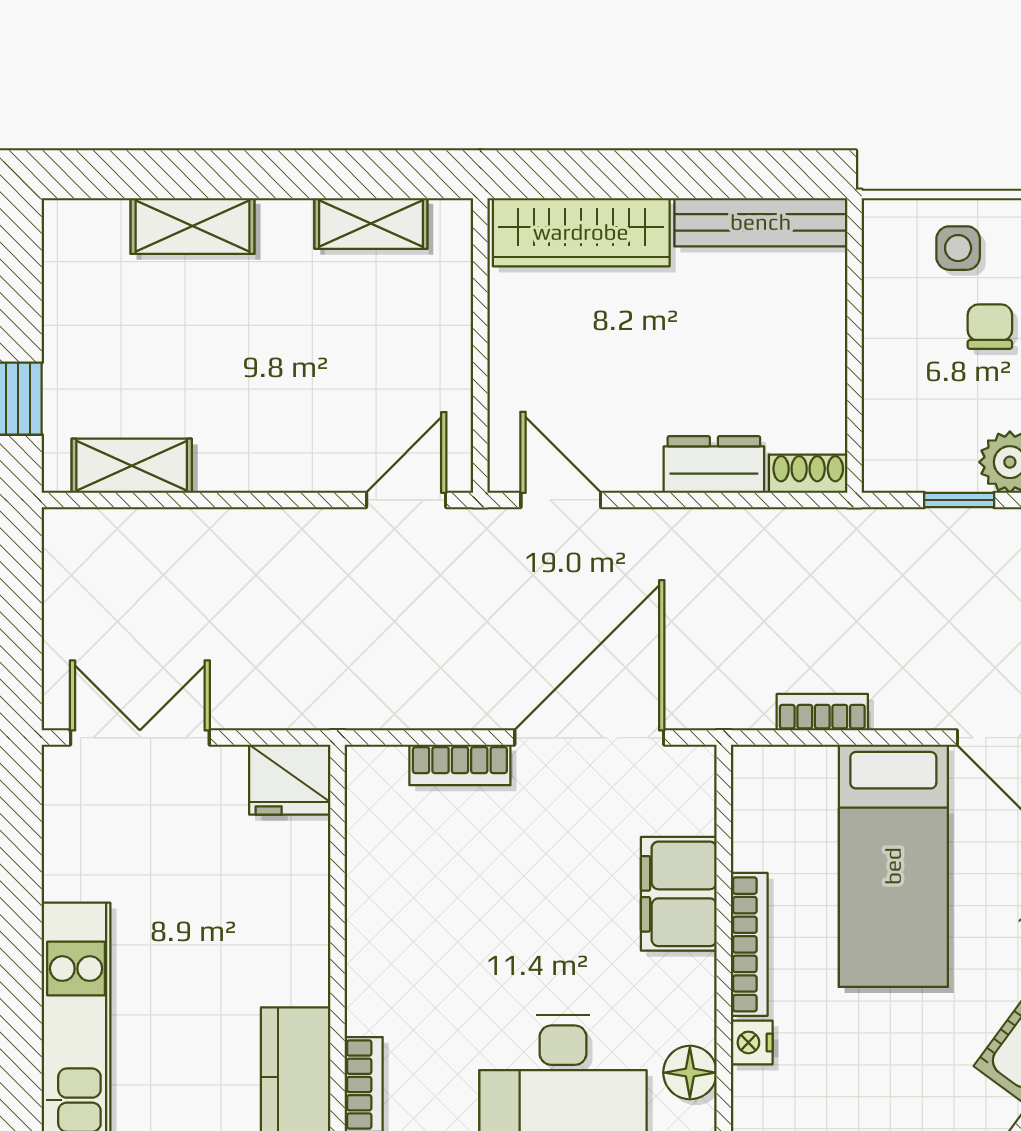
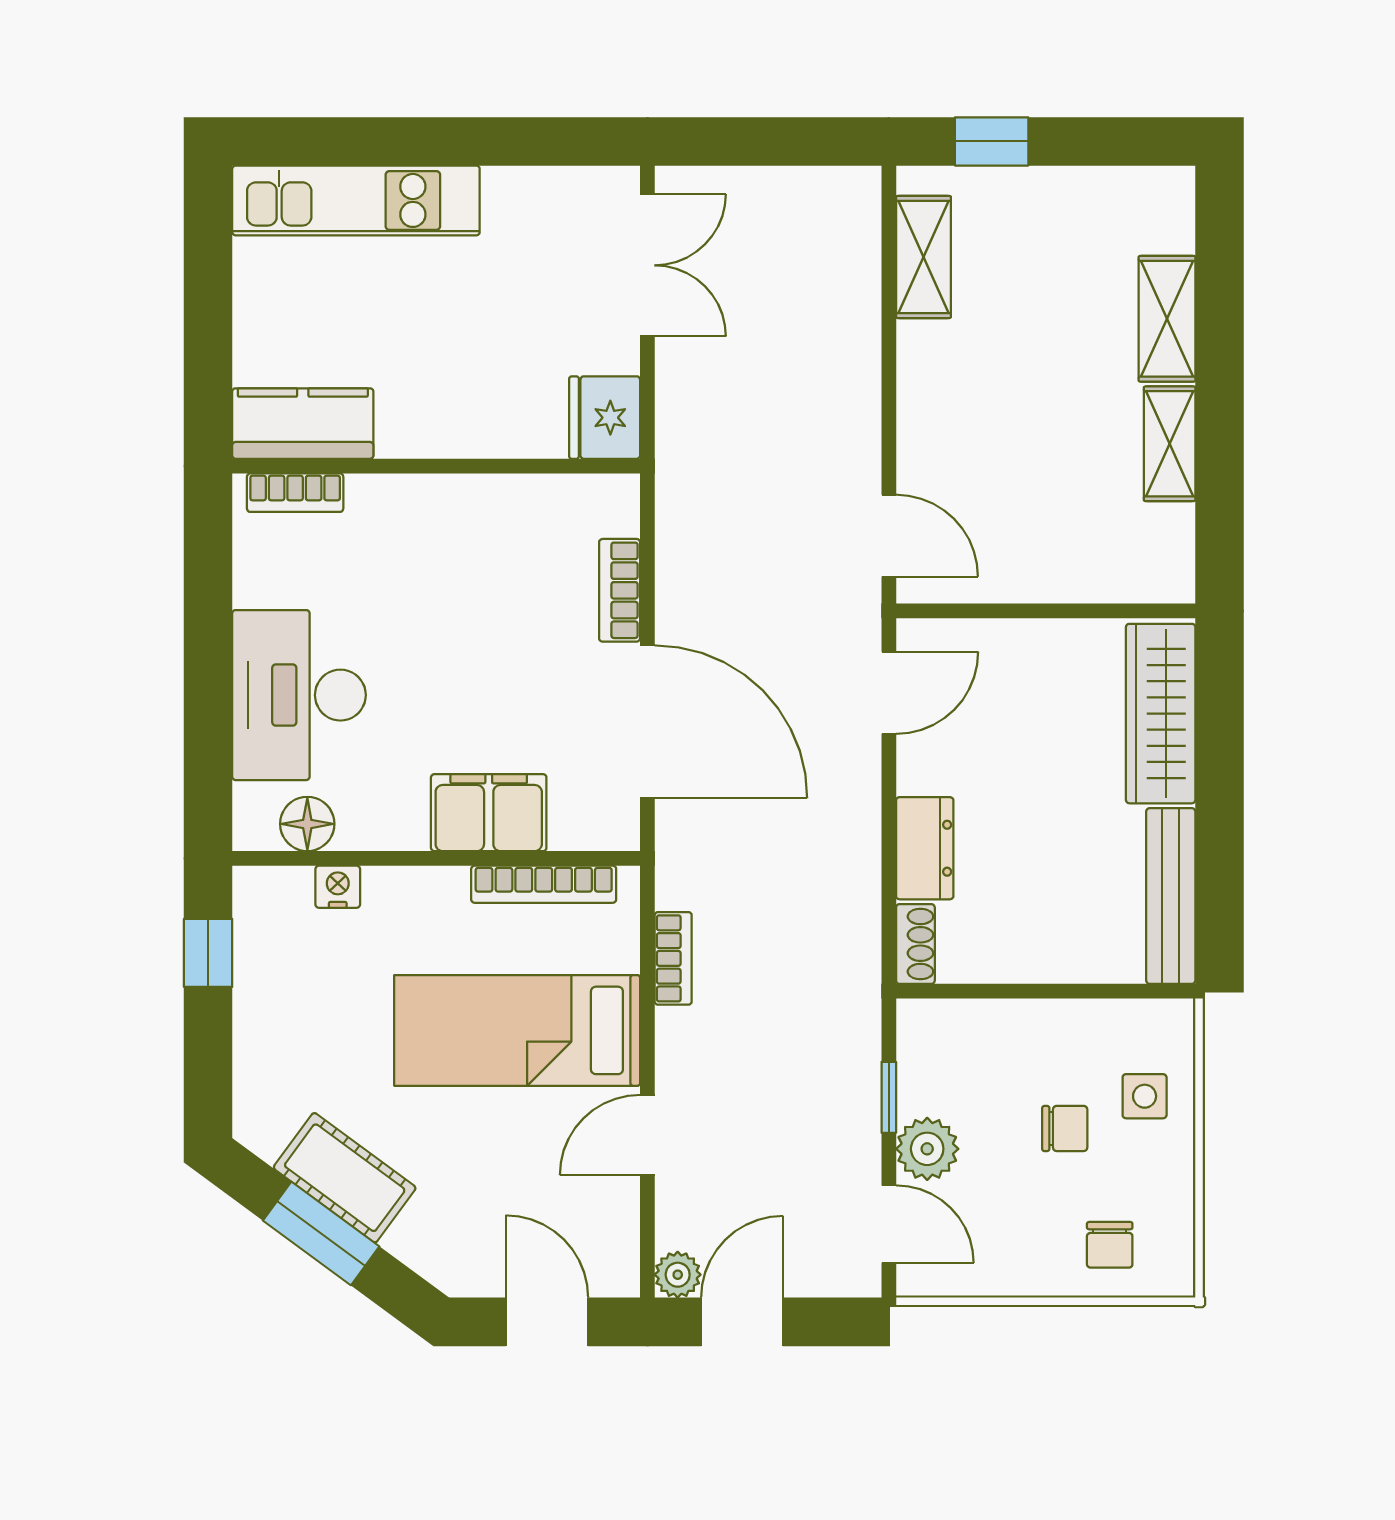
shelving: (371, 223) -> (1170, 444), moved
bookcase: (749, 944) -> (544, 884), moved

